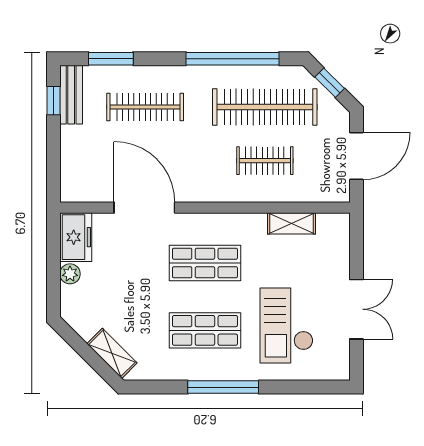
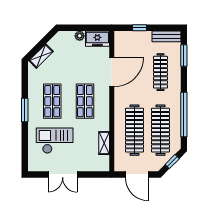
window: (54, 101) -> (140, 28), moved
clothes rail: (265, 161) -> (135, 130), width x1.86, depth x1.31
window: (223, 387) -> (25, 110), width x0.69

